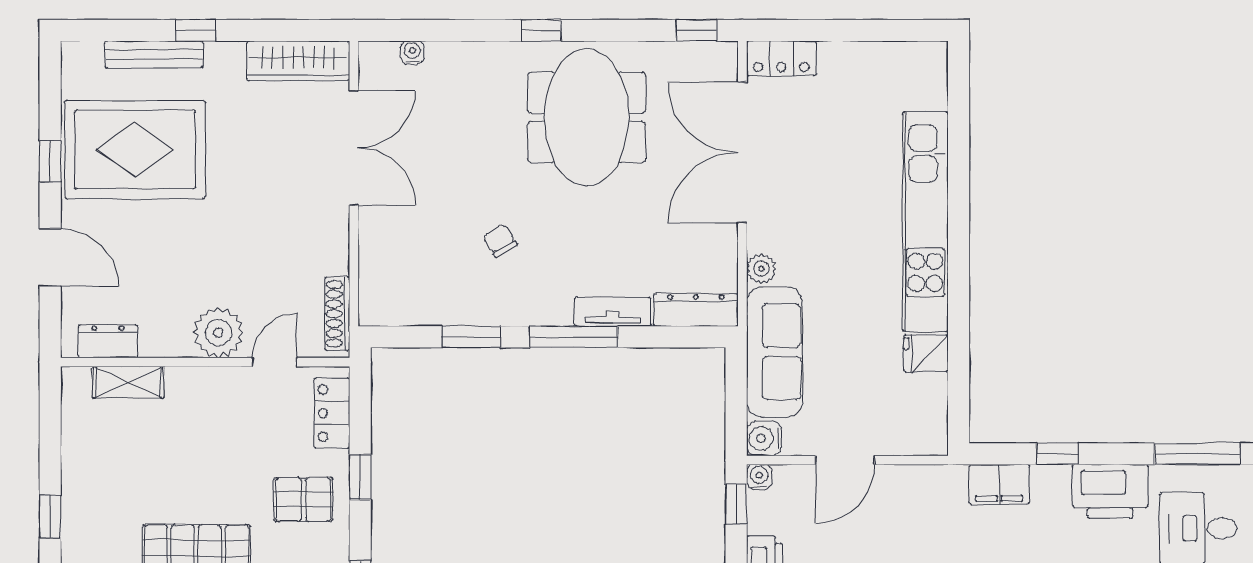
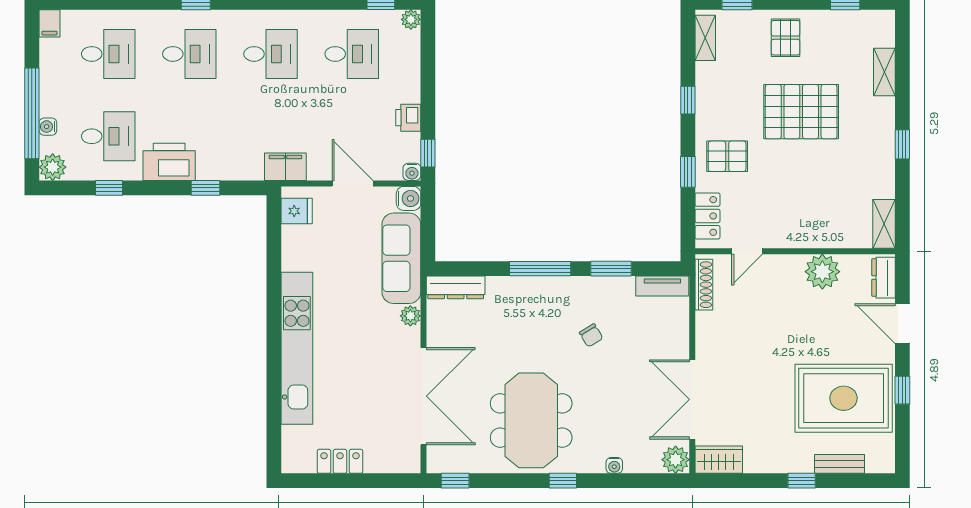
water cooler: (412, 52) -> (614, 465), moved
bench: (154, 55) -> (839, 464), width x0.73
locker: (781, 58) -> (340, 461), moved
wardrobe: (298, 61) -> (719, 460), width x0.67
plant: (378, 61) -> (676, 460), added
tv unit: (613, 312) -> (662, 286), moved
plant: (218, 333) -> (822, 272), moved
dresser: (108, 341) -> (884, 278), moved, turned 90
fridge: (926, 353) -> (297, 211), moved
shelving: (128, 382) -> (884, 224), moved, turned 90
window: (1197, 454) -> (109, 188), width x0.46
door: (845, 460) -> (353, 183), hinge flipped
filing cabinet: (999, 484) -> (285, 167), moved

